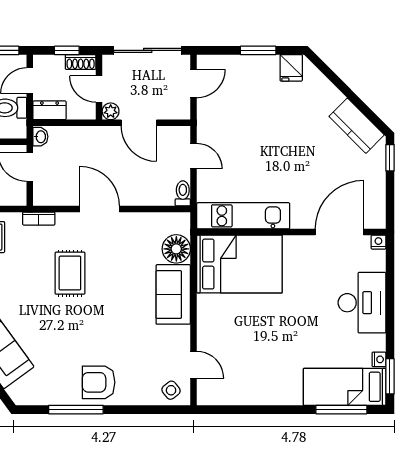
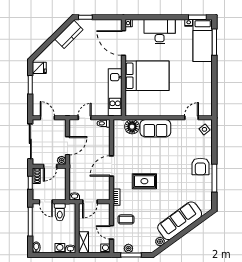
dresser: (50, 110) -> (61, 192), removed
bed: (239, 264) -> (147, 76), moved, turned 90

